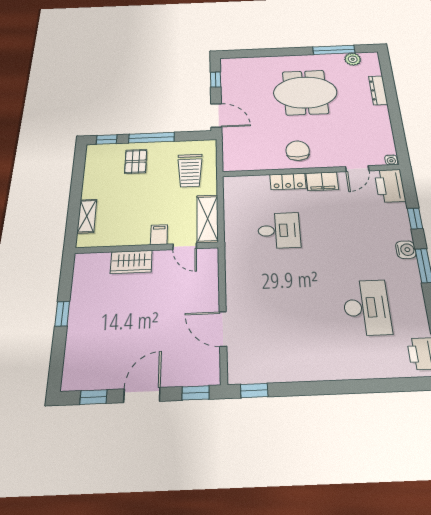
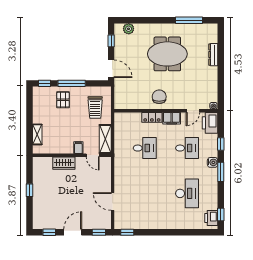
plant: (353, 59) -> (129, 29), moved
desk: (355, 227) -> (187, 148), added

